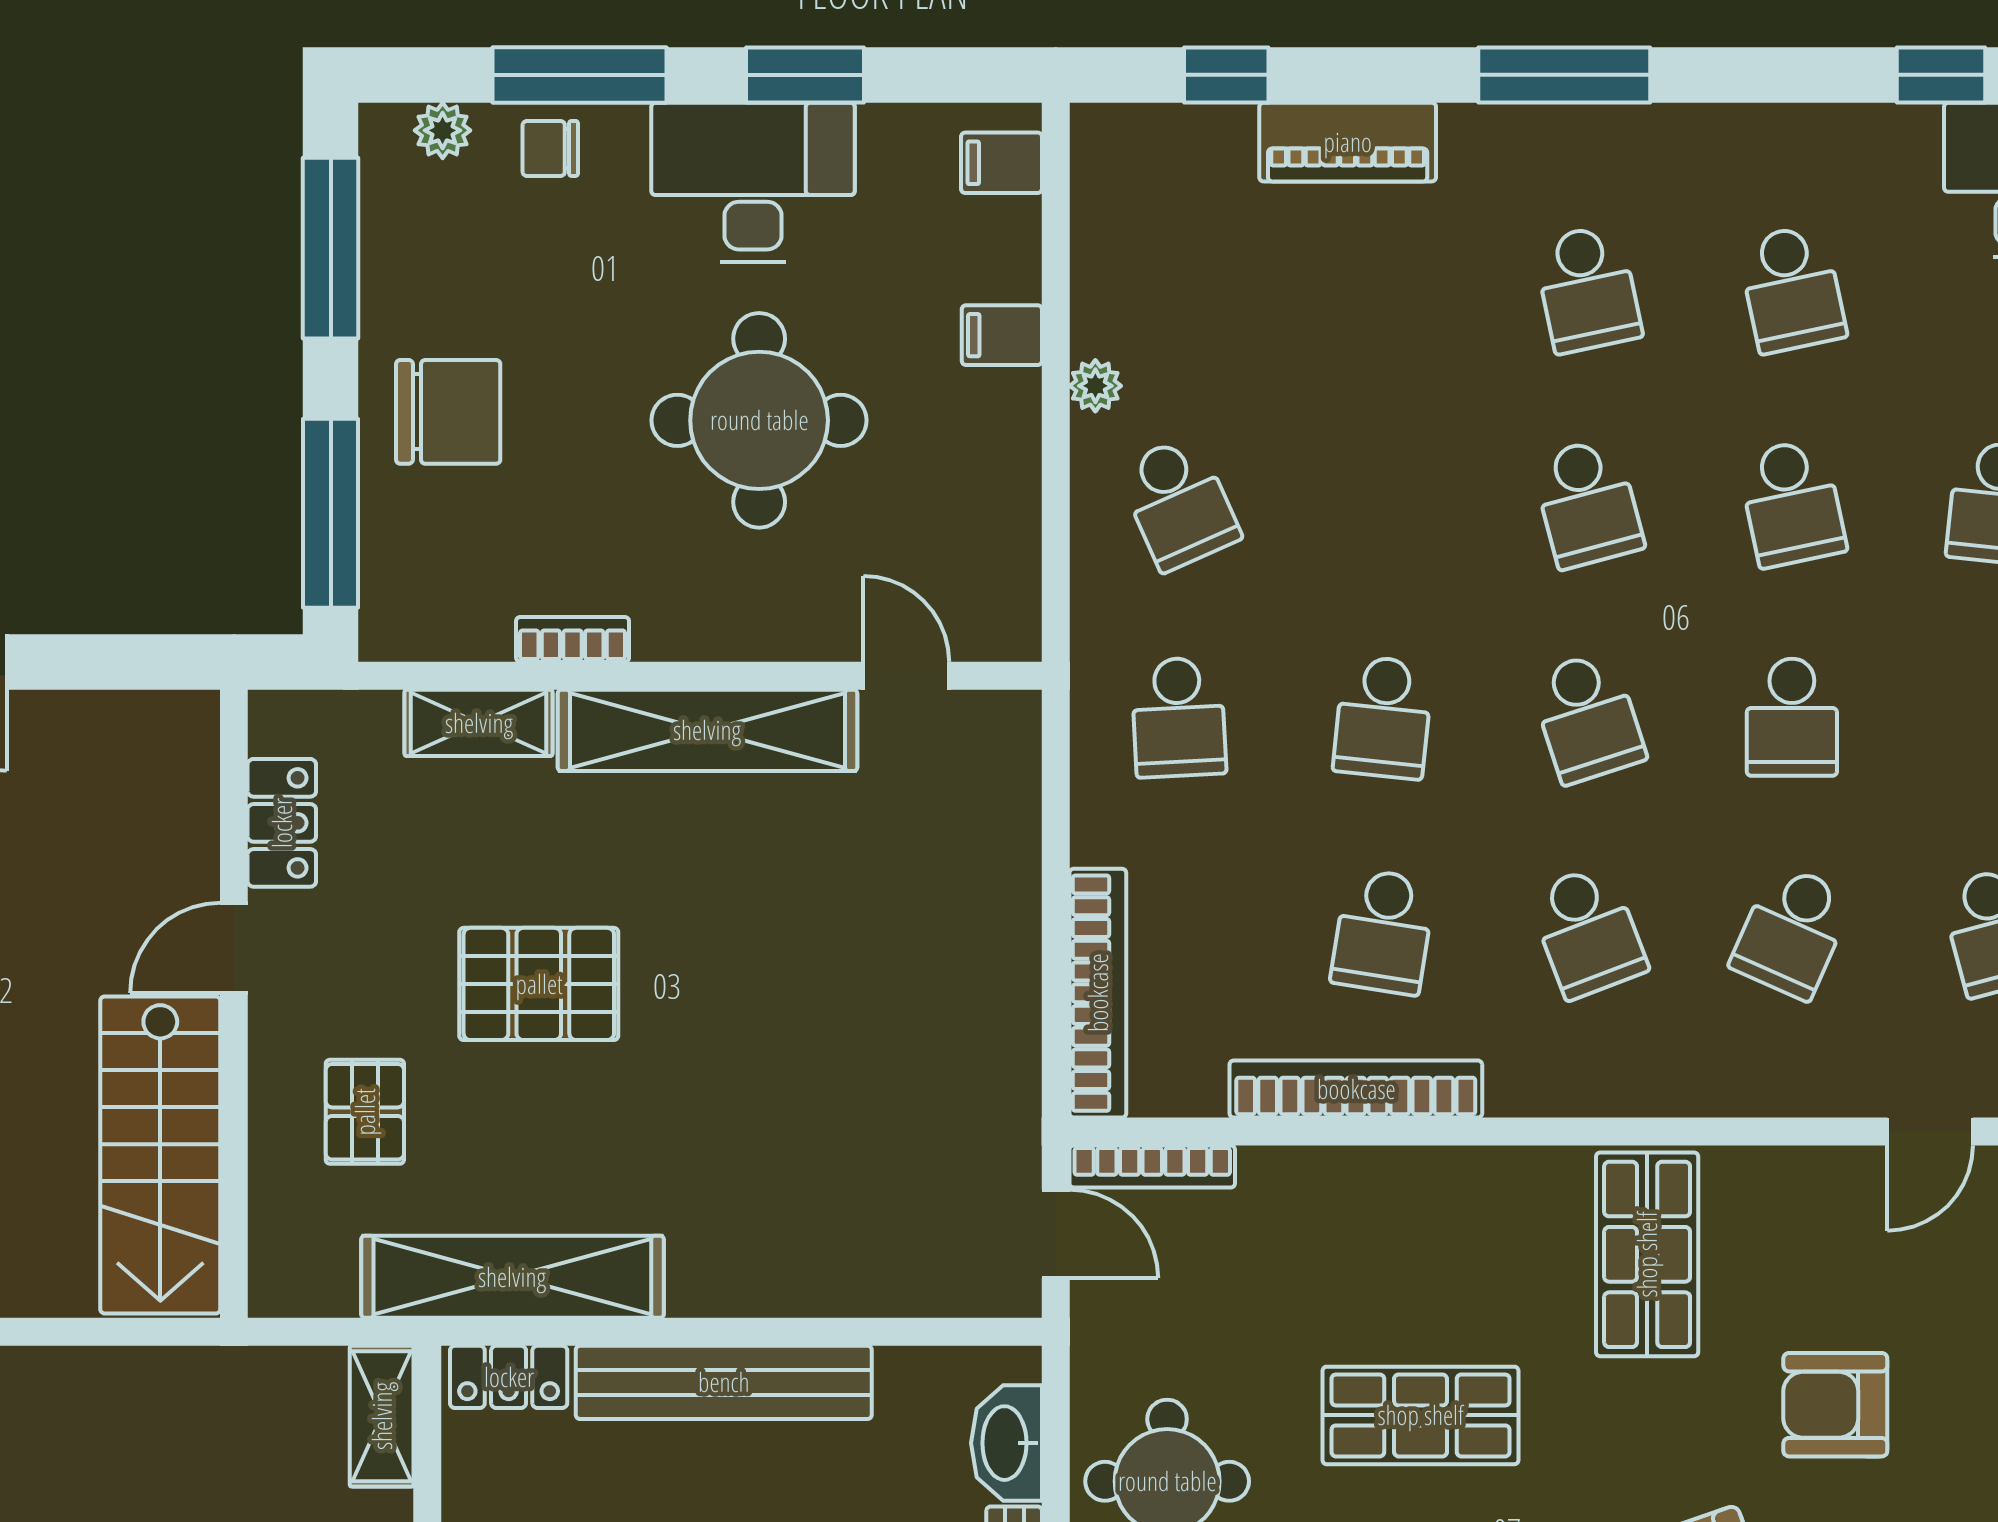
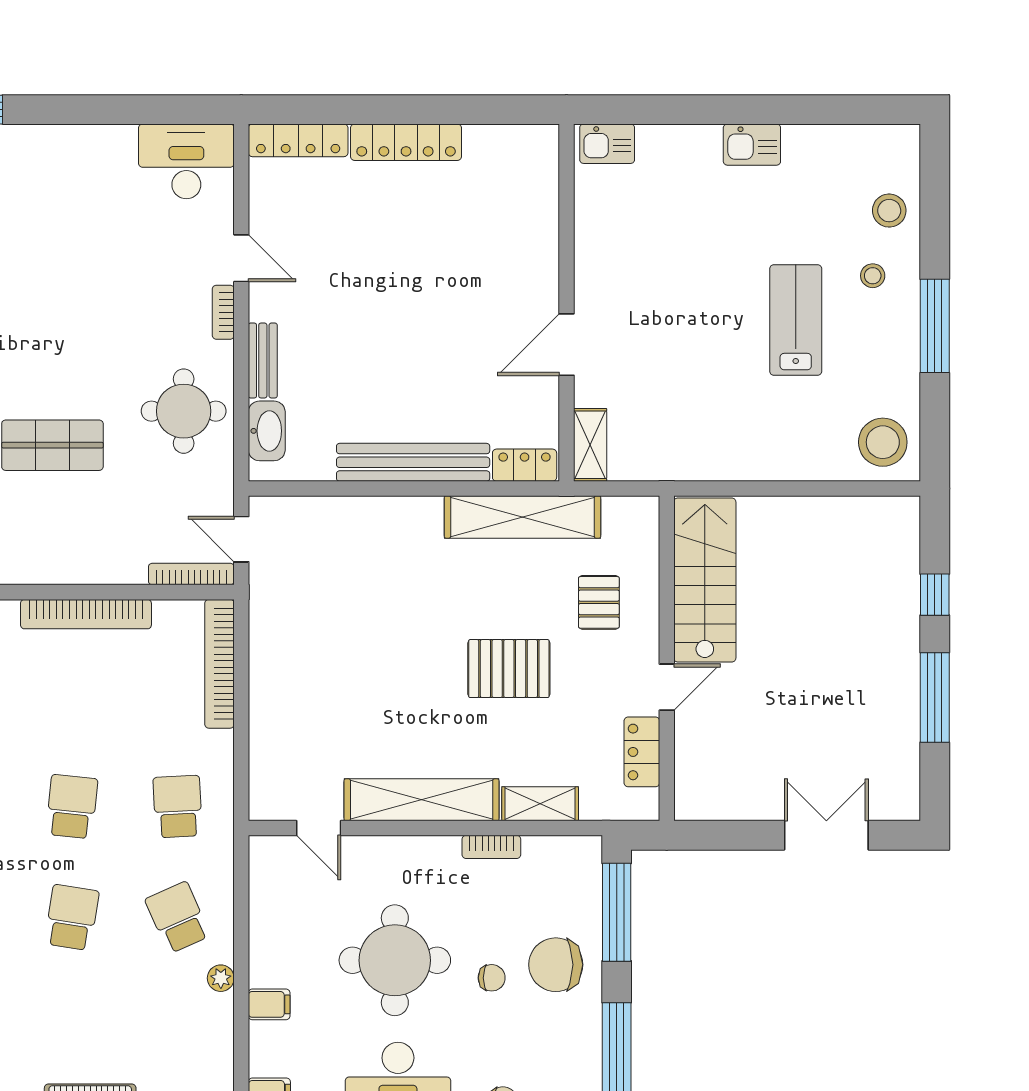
chair: (572, 386) -> (492, 978), added
school desk: (1383, 931) -> (72, 917), moved

